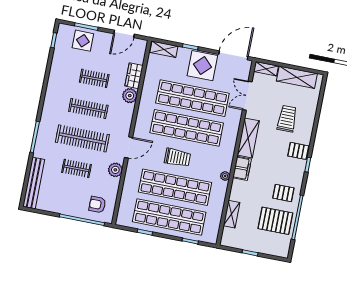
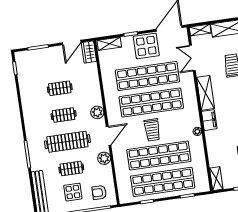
display table: (83, 41) -> (73, 192), moved
wardrobe: (134, 76) -> (89, 52), moved
plant: (130, 96) -> (97, 112), moved
clothes rail: (88, 108) -> (64, 115), width x0.73
trolley: (177, 158) -> (152, 130), turned 90
shelving: (232, 214) -> (216, 179), moved

